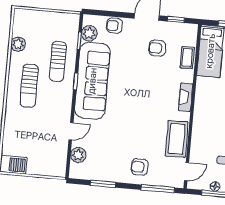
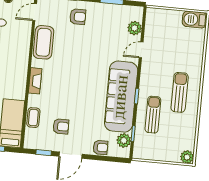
plant: (18, 44) -> (187, 157), moved

